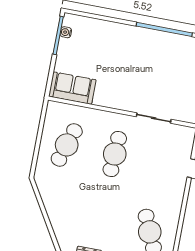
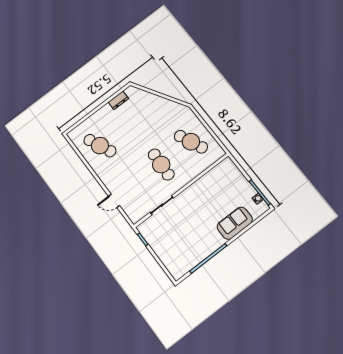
sofa: (72, 88) -> (235, 223), moved, turned 180
cafe table: (67, 145) -> (191, 142), turned -42

